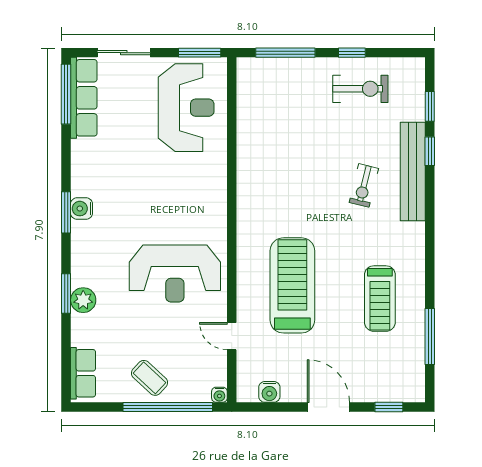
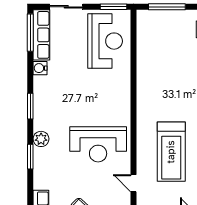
water cooler: (82, 209) -> (40, 68), moved
treadmill: (292, 285) -> (171, 152), turned 180
plant: (83, 300) -> (41, 139), moved

